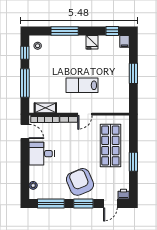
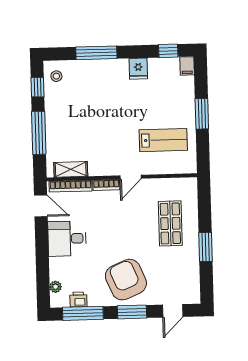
lab bench: (82, 85) -> (163, 140), moved, turned 180
shop shelf: (110, 146) -> (170, 223), width x0.70, depth x0.74
printer: (124, 194) -> (78, 299), moved

